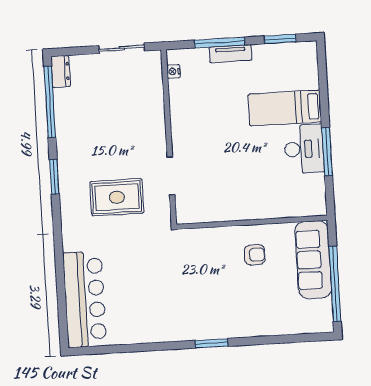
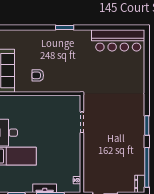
rug: (117, 197) -> (113, 112), removed
bar counter: (85, 299) -> (118, 40), moved, turned -90

